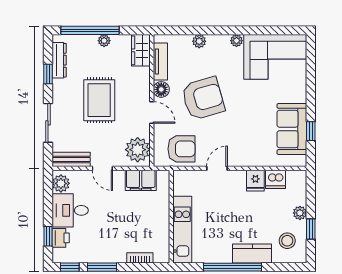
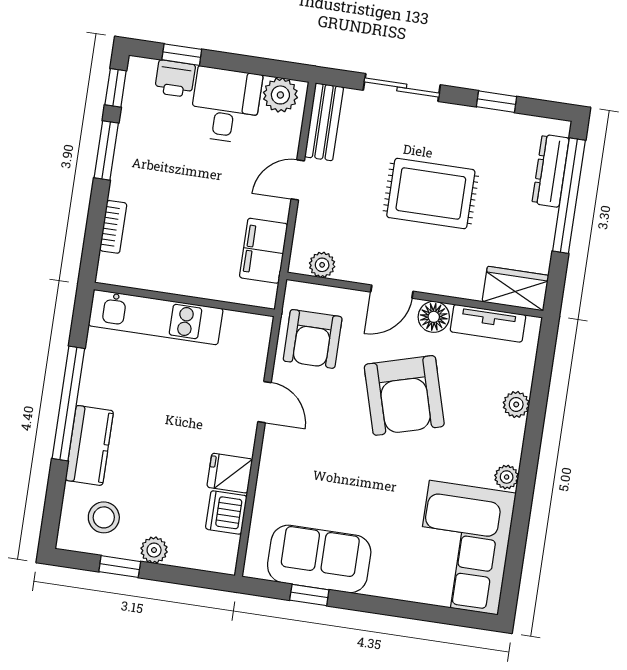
plant: (104, 41) -> (545, 220), removed
dresser: (59, 60) -> (551, 171), moved, turned 90
plant: (138, 150) -> (322, 265), width x0.53, depth x0.53

